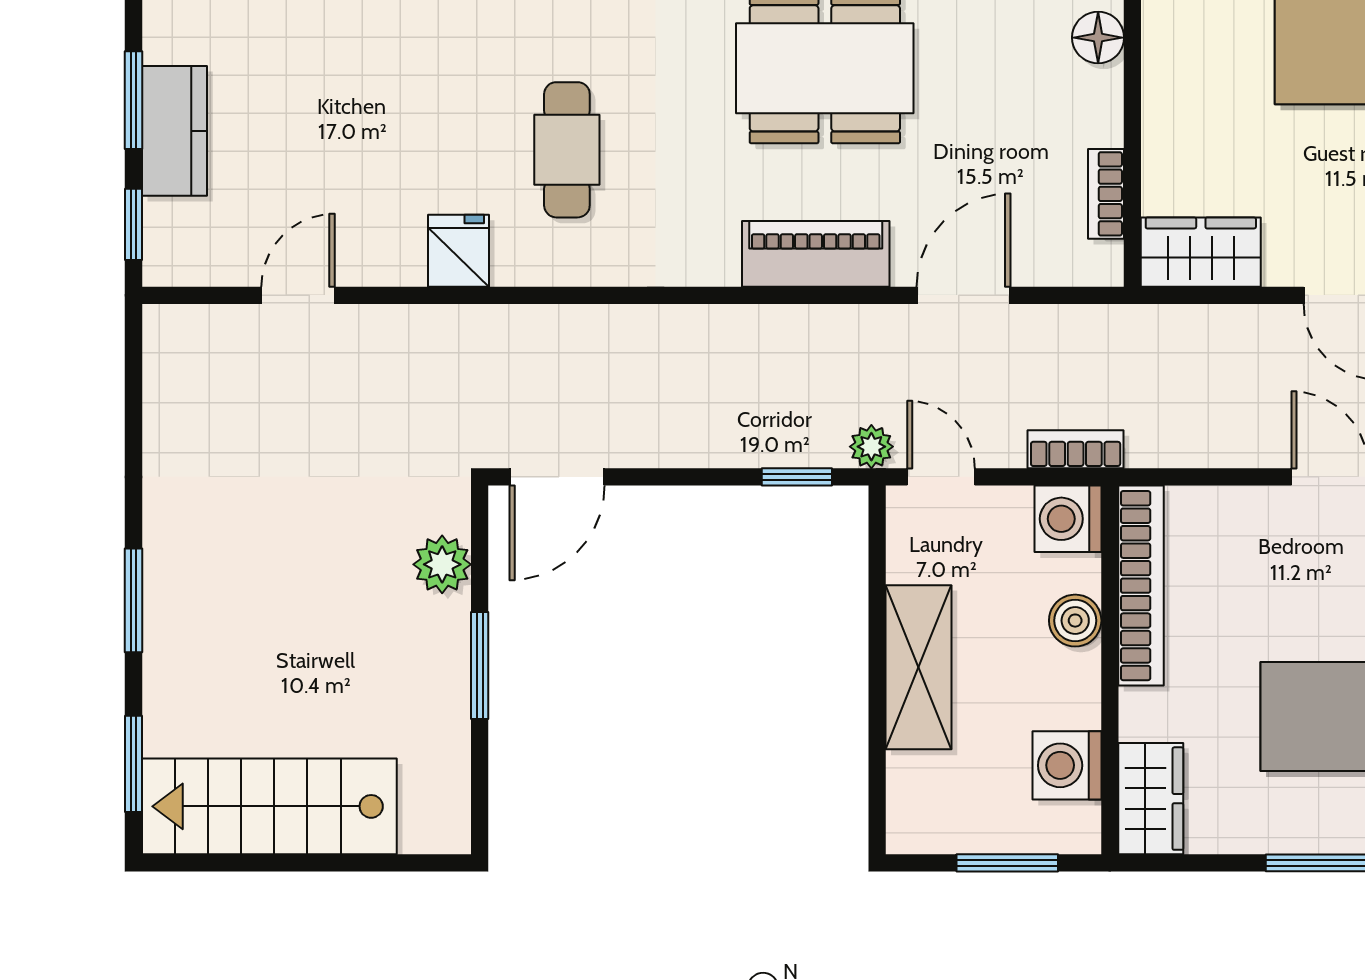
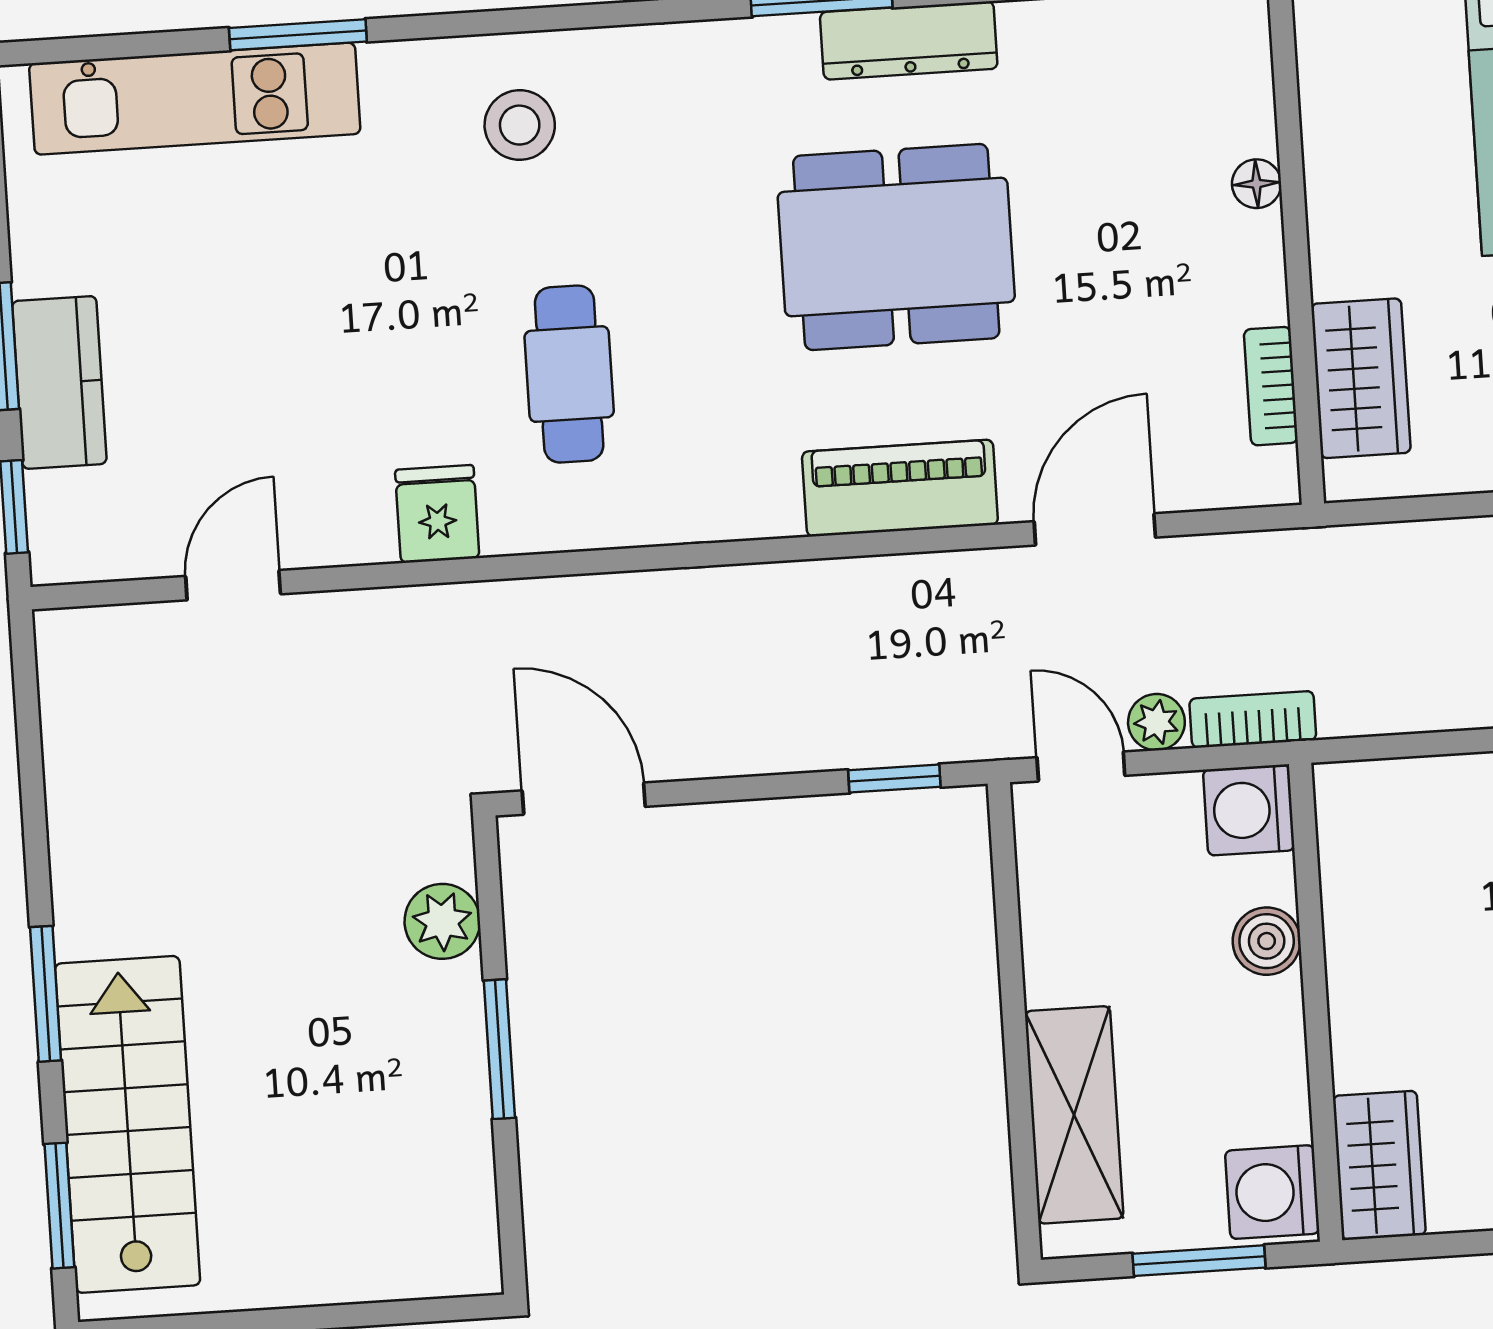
floor lamp: (1098, 38) -> (1257, 184), width x0.73, depth x0.73
wardrobe: (1201, 252) -> (1361, 378), moved, turned 90
plant: (871, 447) -> (1156, 722), moved
door: (557, 477) -> (584, 799), swing flipped
bookcase: (1141, 586) -> (1349, 890), removed
shelving: (918, 667) -> (1074, 1115), moved
washing machine: (1067, 765) -> (1272, 1192), moved
stairs: (269, 806) -> (128, 1124), moved, turned 90

